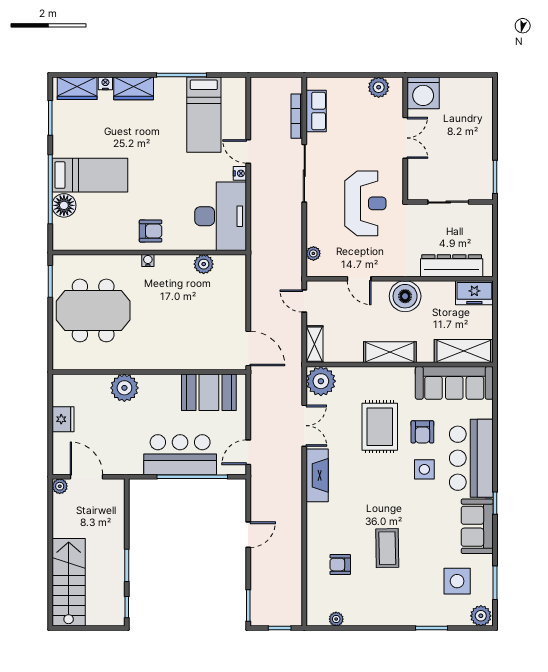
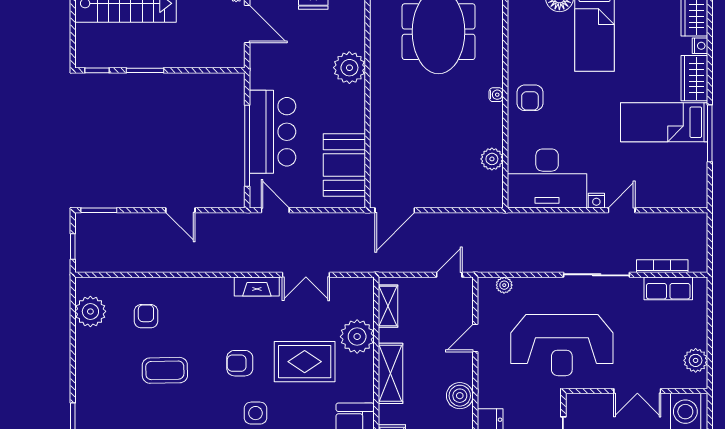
bed: (204, 115) -> (664, 122), moved
reception desk: (365, 203) -> (562, 345), width x1.36, depth x1.30
boiler: (405, 296) -> (460, 396), width x0.73, depth x0.73
shelving: (315, 344) -> (388, 306), moved, turned 90
plant: (321, 381) -> (357, 337), moved
armchair: (422, 432) -> (240, 363), moved
fireplace: (317, 475) -> (257, 286), width x0.73, depth x0.76
door: (86, 477) -> (247, 24), hinge flipped
plant: (336, 619) -> (90, 311), width x1.88, depth x1.88

